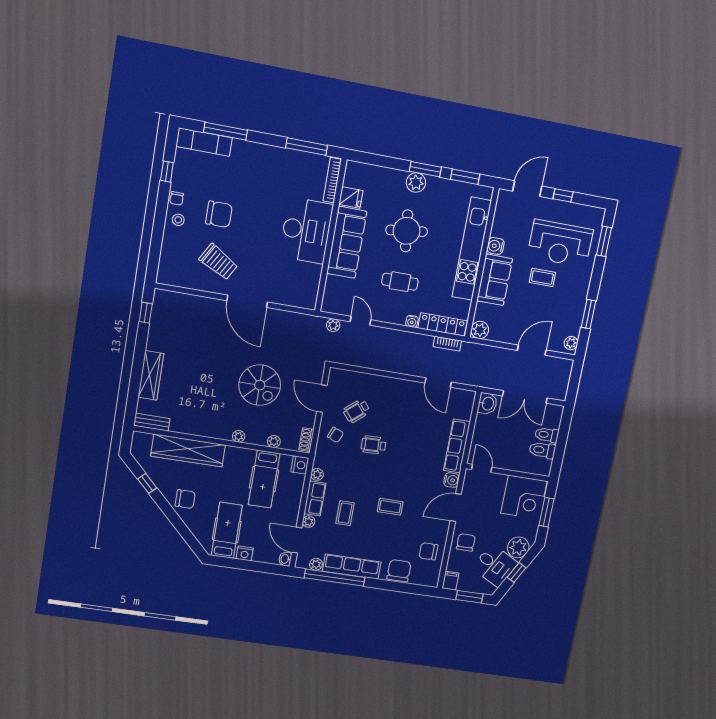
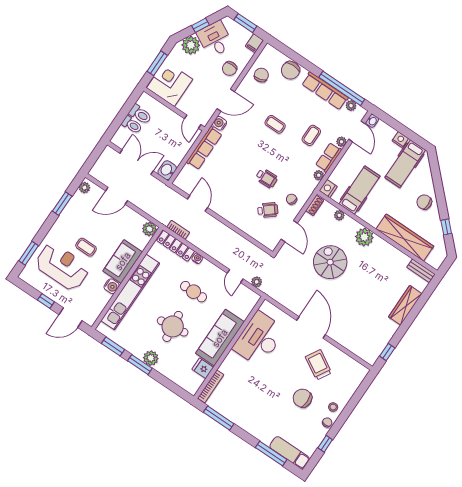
desk: (306, 230) -> (259, 339), moved
plant: (239, 436) -> (364, 237), width x1.88, depth x1.88
chair: (428, 551) -> (261, 75), turned -106

